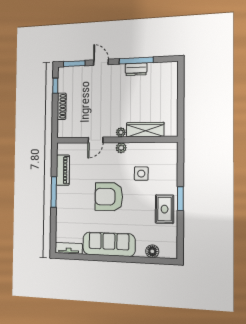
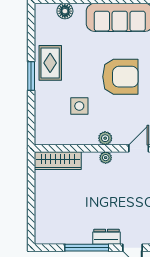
dresser: (136, 69) -> (106, 237), moved
wardrobe: (145, 130) -> (58, 161), moved

